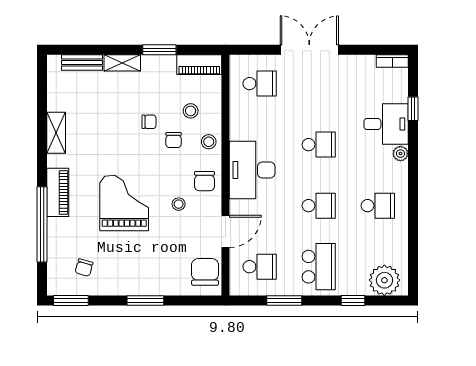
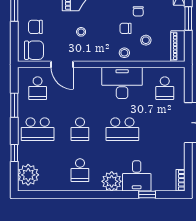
school desk: (319, 145) -> (122, 129), width x1.85
plant: (400, 154) -> (112, 181), width x1.88, depth x1.88
desk: (252, 170) -> (122, 83), moved
chair: (205, 181) -> (35, 27), moved

